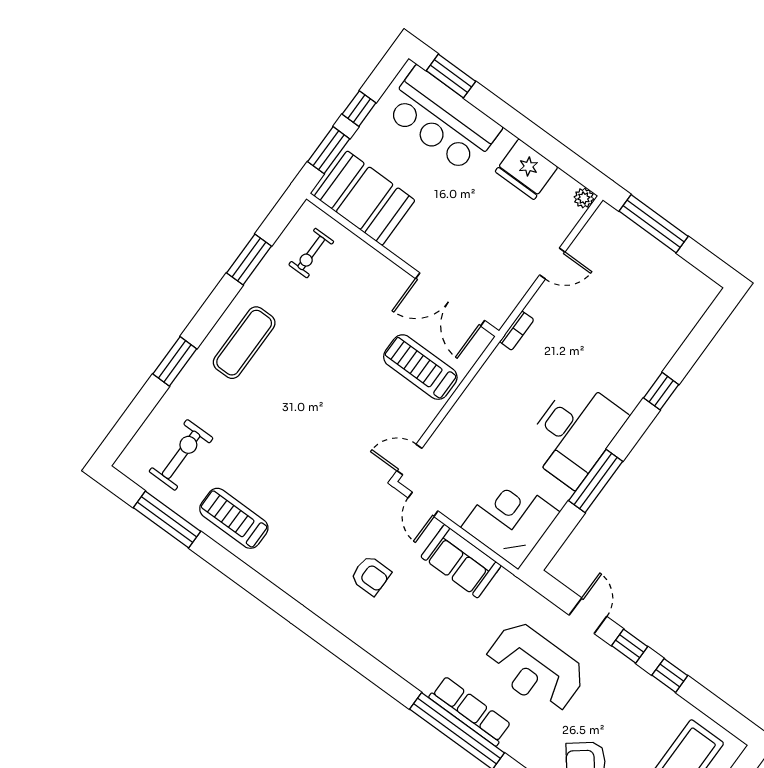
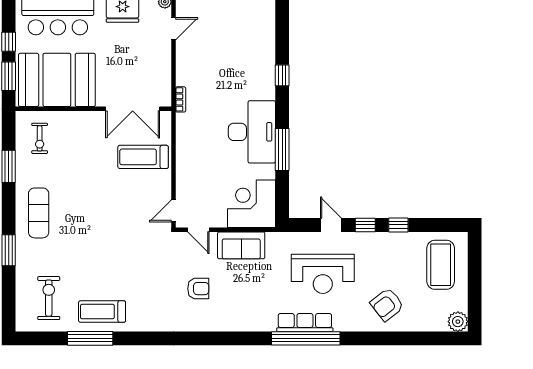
booth: (365, 198) -> (57, 80), width x1.36, depth x1.42
door: (552, 264) -> (173, 29), moved
window: (167, 519) -> (90, 338), moved

